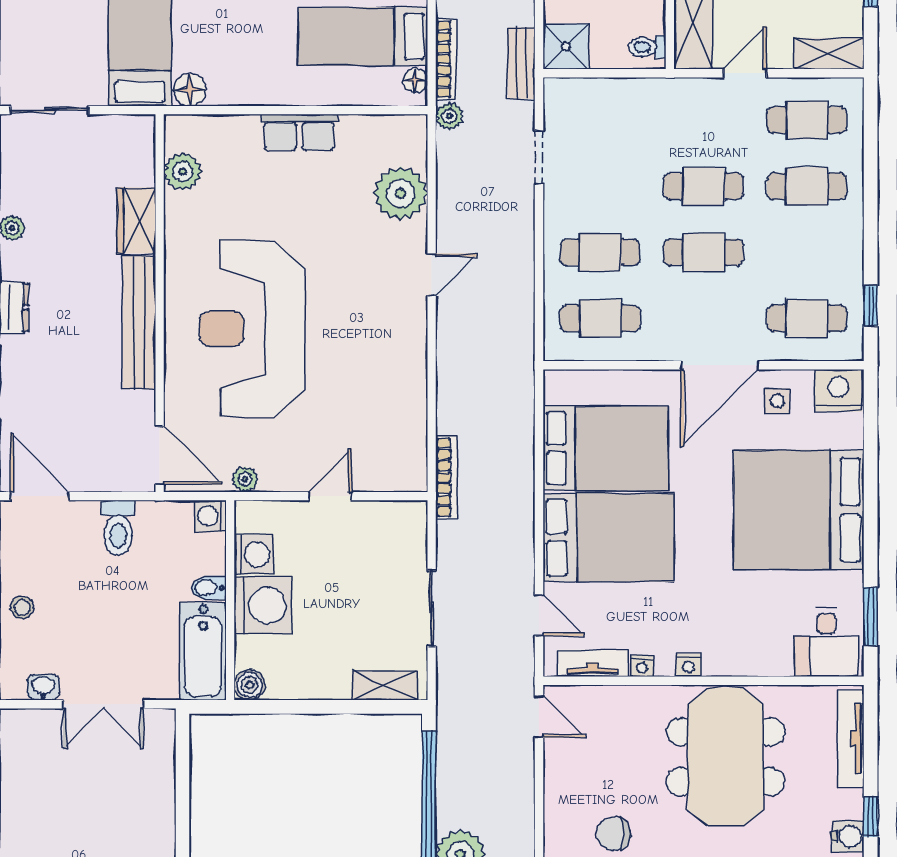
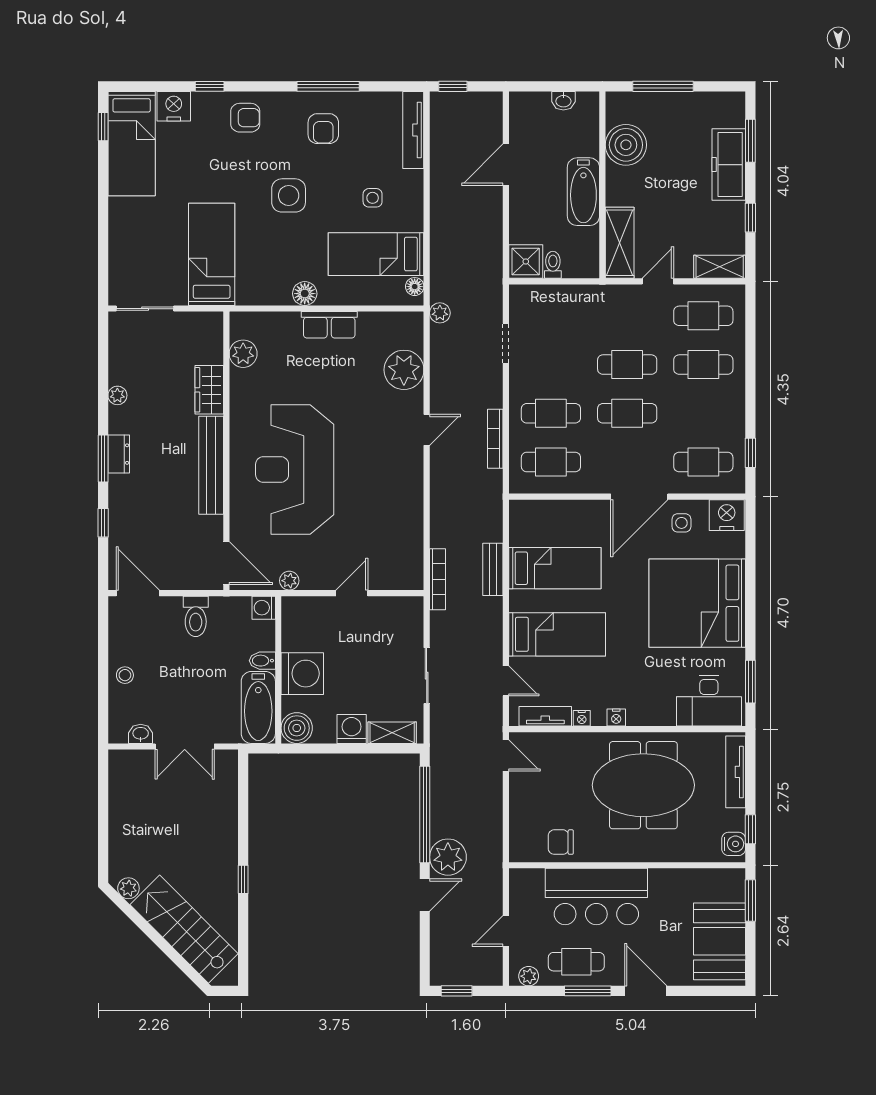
toilet: (647, 47) -> (553, 265), moved, turned 90
bookcase: (446, 59) -> (495, 439), moved, turned 180
bench: (521, 63) -> (493, 569), moved
floor lamp: (190, 90) -> (305, 294), moved
bed: (605, 448) -> (555, 568), width x0.67
bed: (608, 537) -> (557, 634), width x0.67
washing machine: (254, 554) -> (352, 729), moved, turned -90
desk: (826, 642) -> (709, 701), width x1.37
boiler: (250, 685) -> (297, 728), width x1.36, depth x1.36
meeting table: (726, 757) -> (643, 785), turned 90

